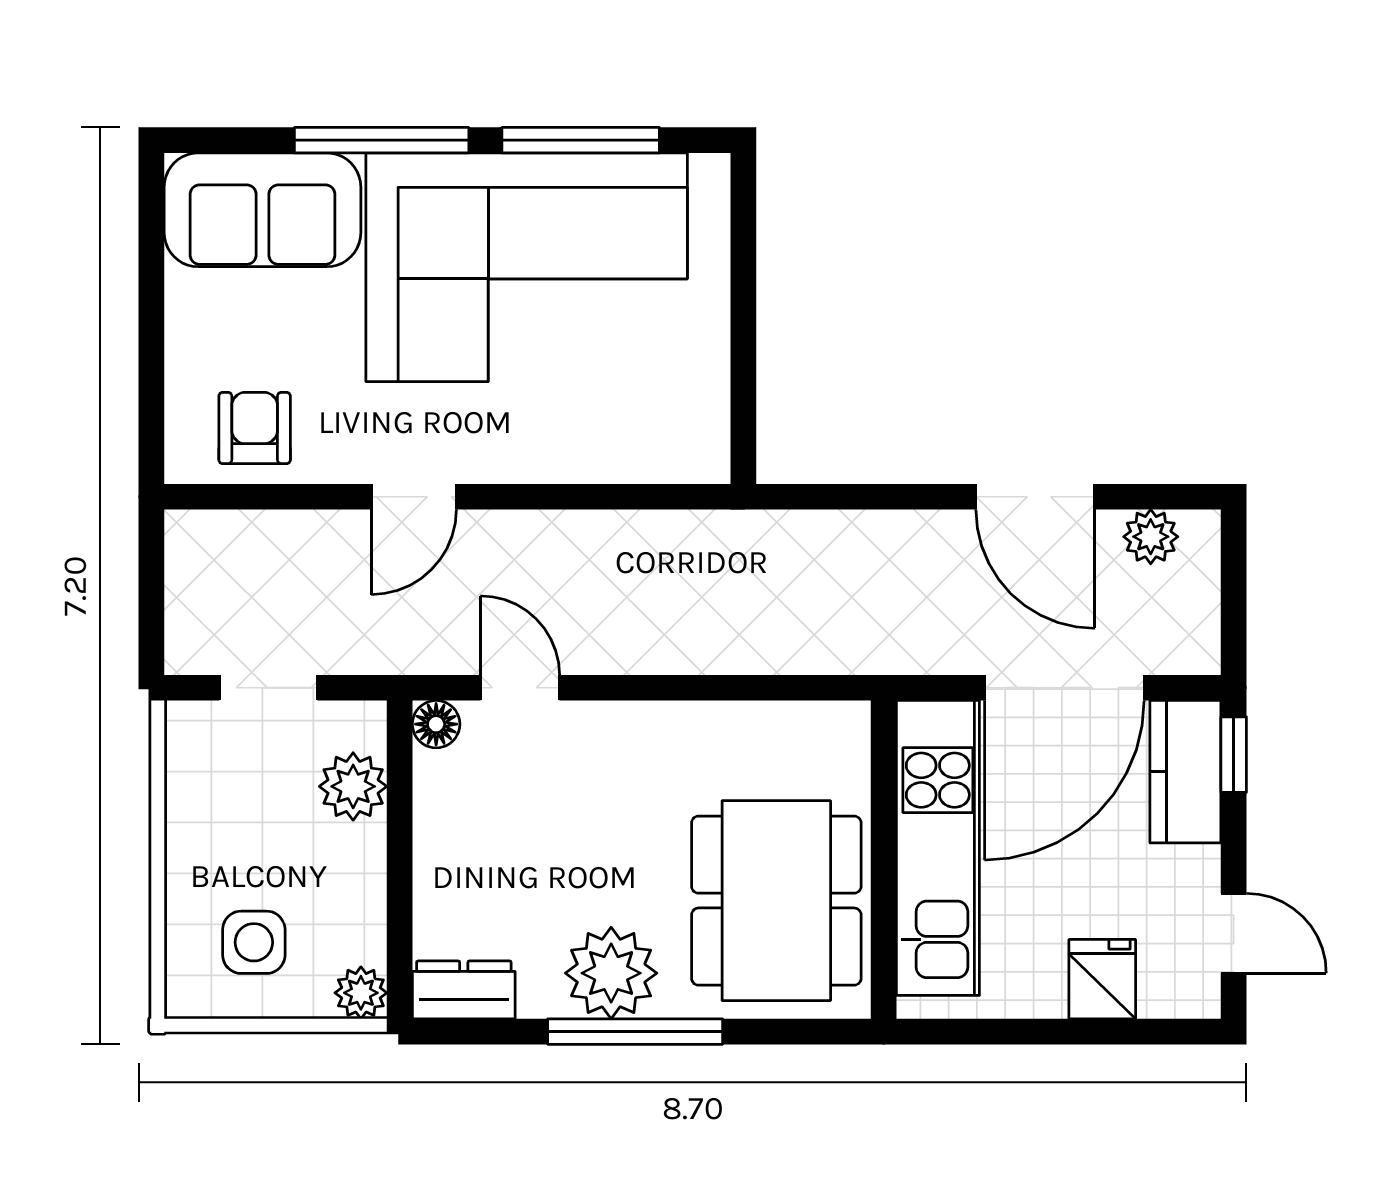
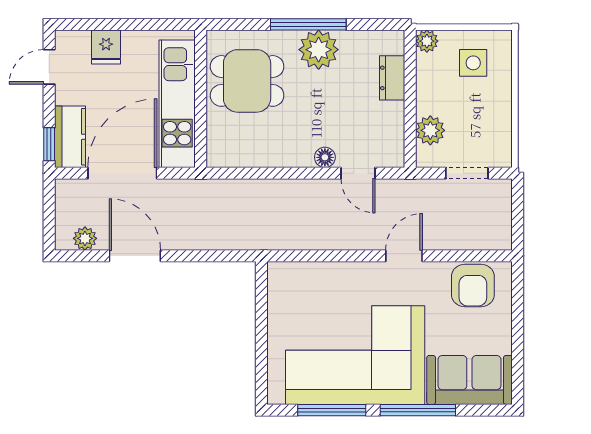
armchair: (255, 428) -> (473, 286), width x1.38, depth x1.38
floor lamp: (436, 724) -> (325, 157), moved
dining table: (776, 901) -> (247, 81), width x0.73
door: (1234, 933) -> (49, 67), hinge flipped
dresser: (464, 990) -> (392, 78), moved, turned 90

